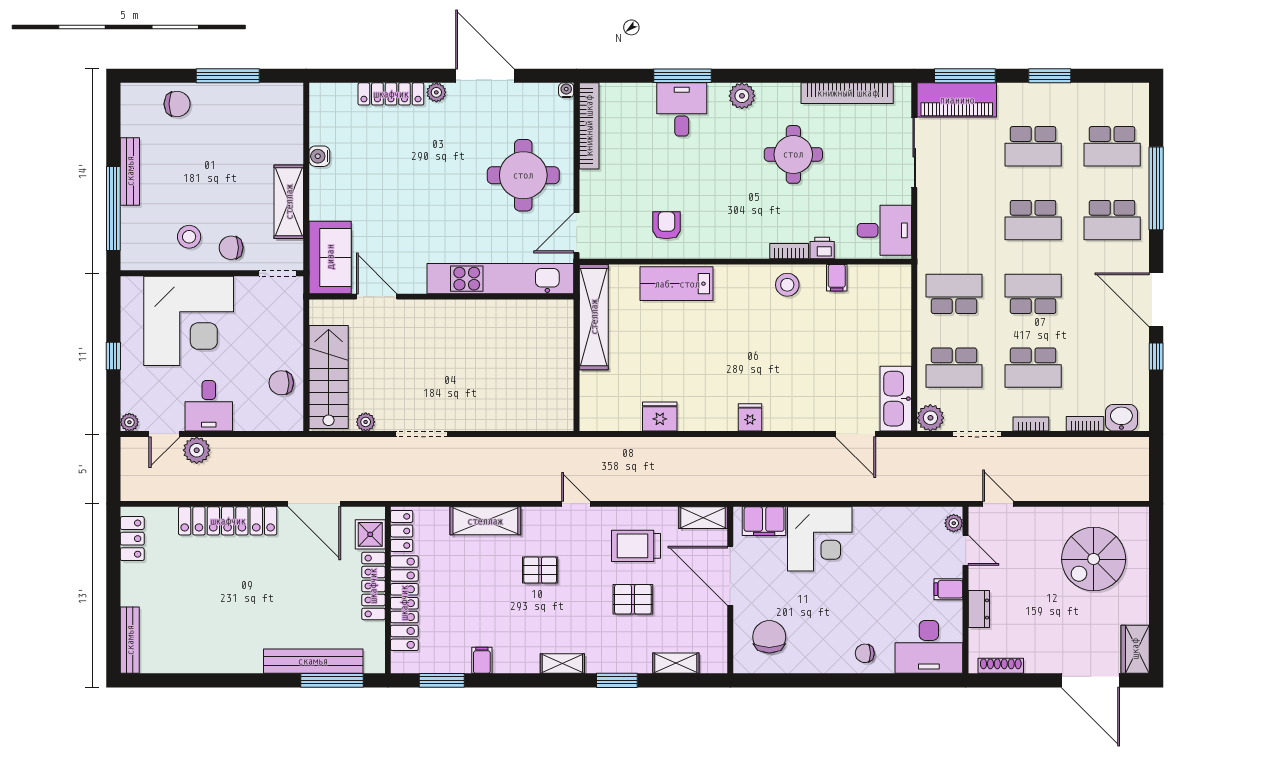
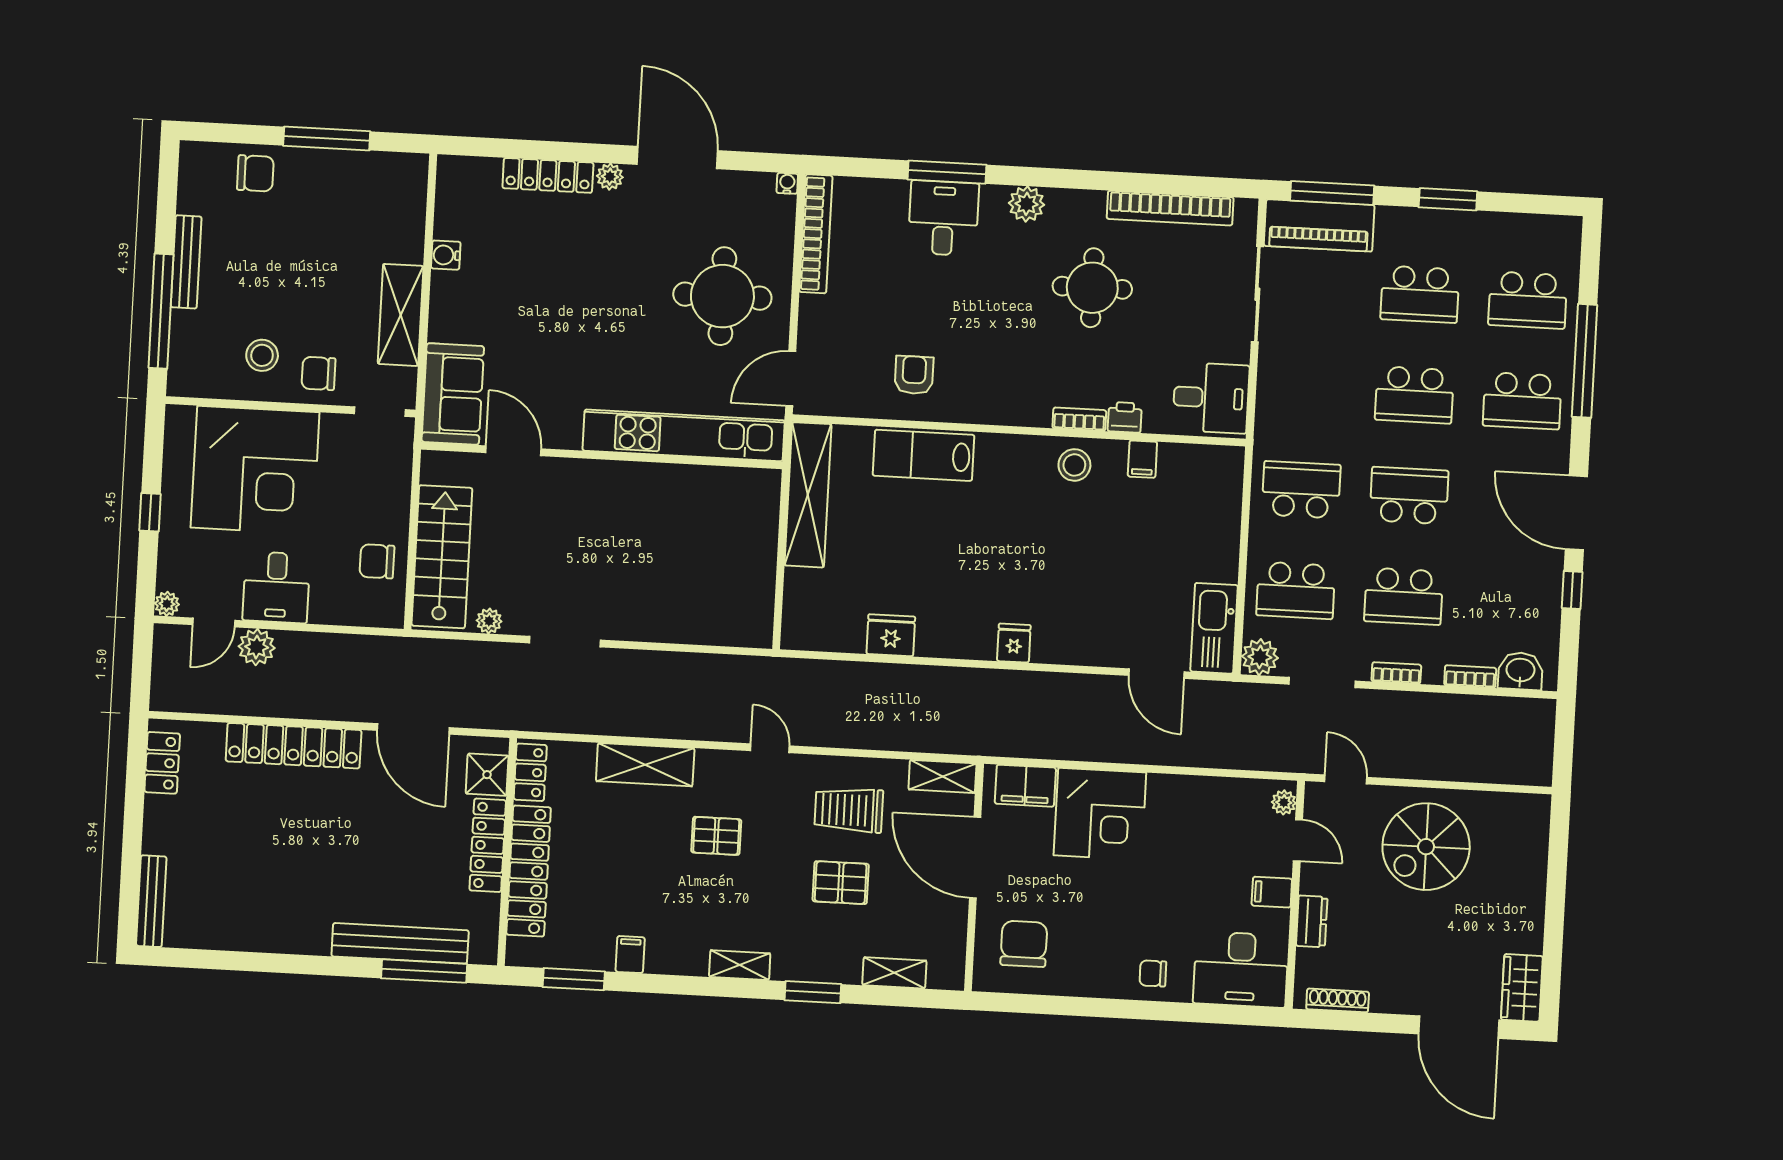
spiral stairs: (1094, 559) -> (1426, 847), moved

